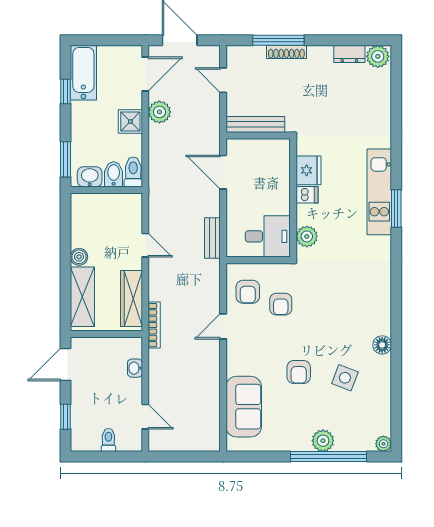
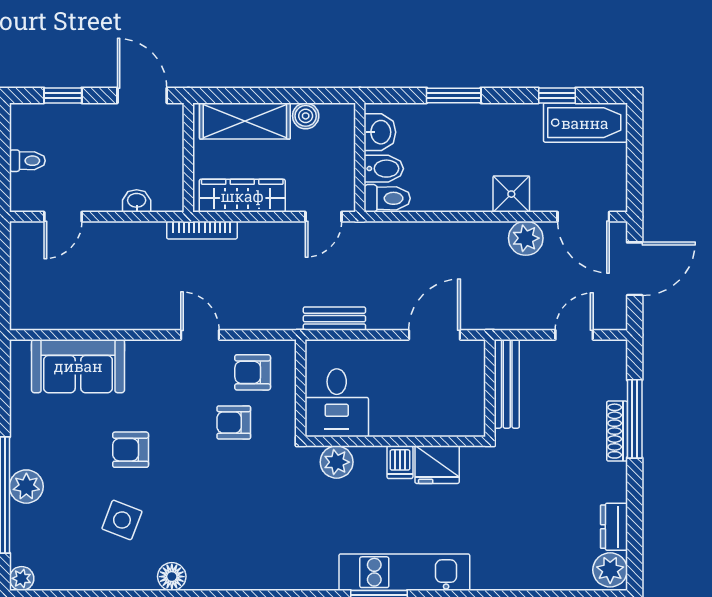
toilet: (133, 172) -> (387, 198), moved
bidet: (114, 174) -> (384, 169), moved
washbasin: (90, 177) -> (380, 132), moved
wall: (106, 190) -> (360, 158), moved

